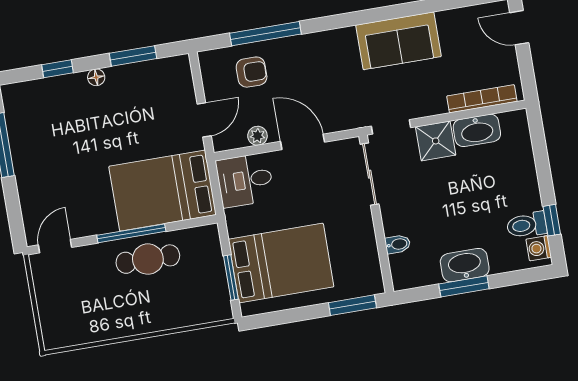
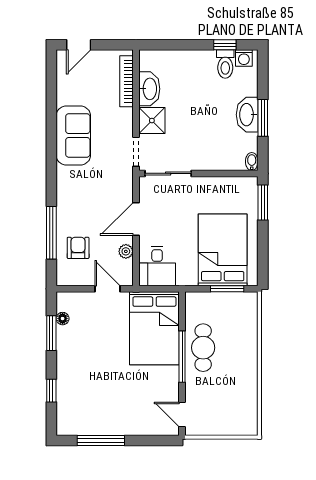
floor lamp: (96, 77) -> (63, 319), moved
bidet: (398, 244) -> (252, 162), moved

